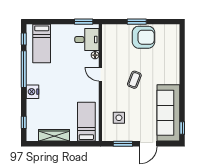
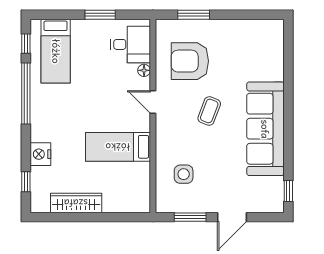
window: (84, 22) -> (100, 15), moved
window: (137, 22) -> (194, 15), moved
armchair: (143, 37) -> (190, 61), moved, turned 180
nightstand: (33, 92) -> (40, 154), moved
sofa: (168, 113) -> (265, 129), moved
bed: (86, 122) -> (118, 147), moved, turned -90

